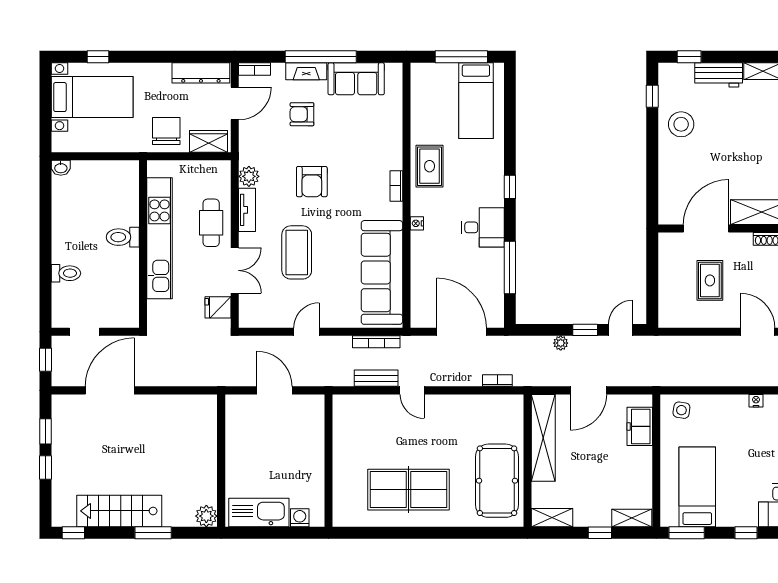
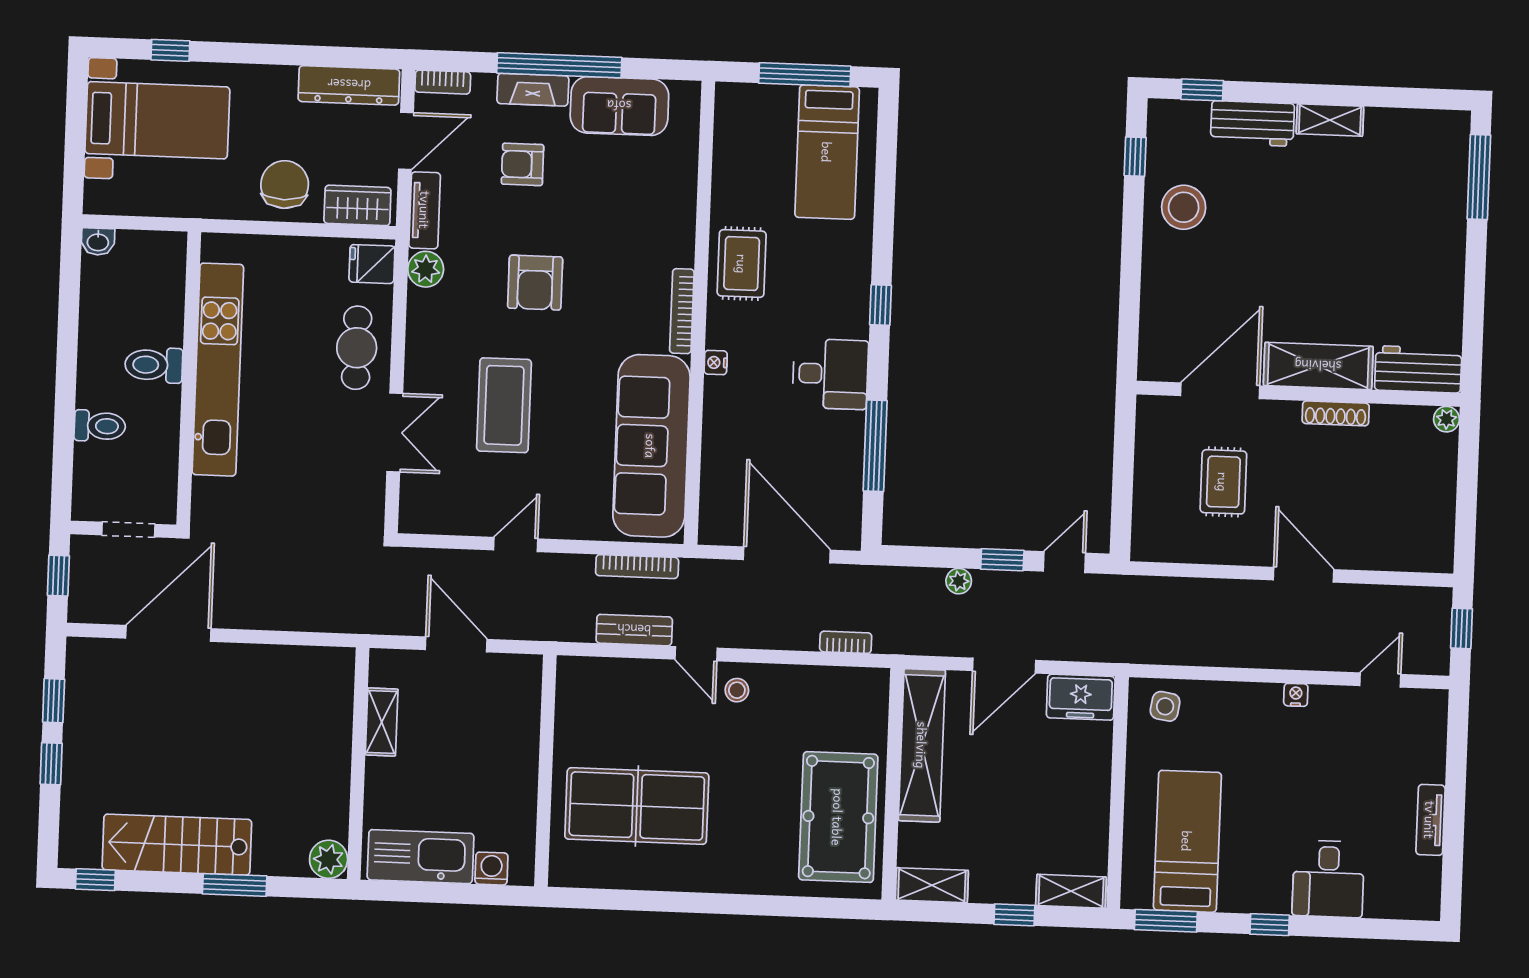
bookcase: (396, 186) -> (682, 311), width x1.56
tv unit: (247, 210) -> (425, 210), moved
toilet: (123, 237) -> (154, 365), moved
kitchen unit: (160, 238) -> (218, 370), moved
wall: (143, 244) -> (189, 378), moved
fridge: (218, 307) -> (372, 264), moved
stool: (436, 410) -> (737, 690), added
freezer: (640, 426) -> (1081, 697), moved, turned -90
shelving: (234, 436) -> (382, 722), added
table tennis table: (408, 490) -> (637, 806), moved

